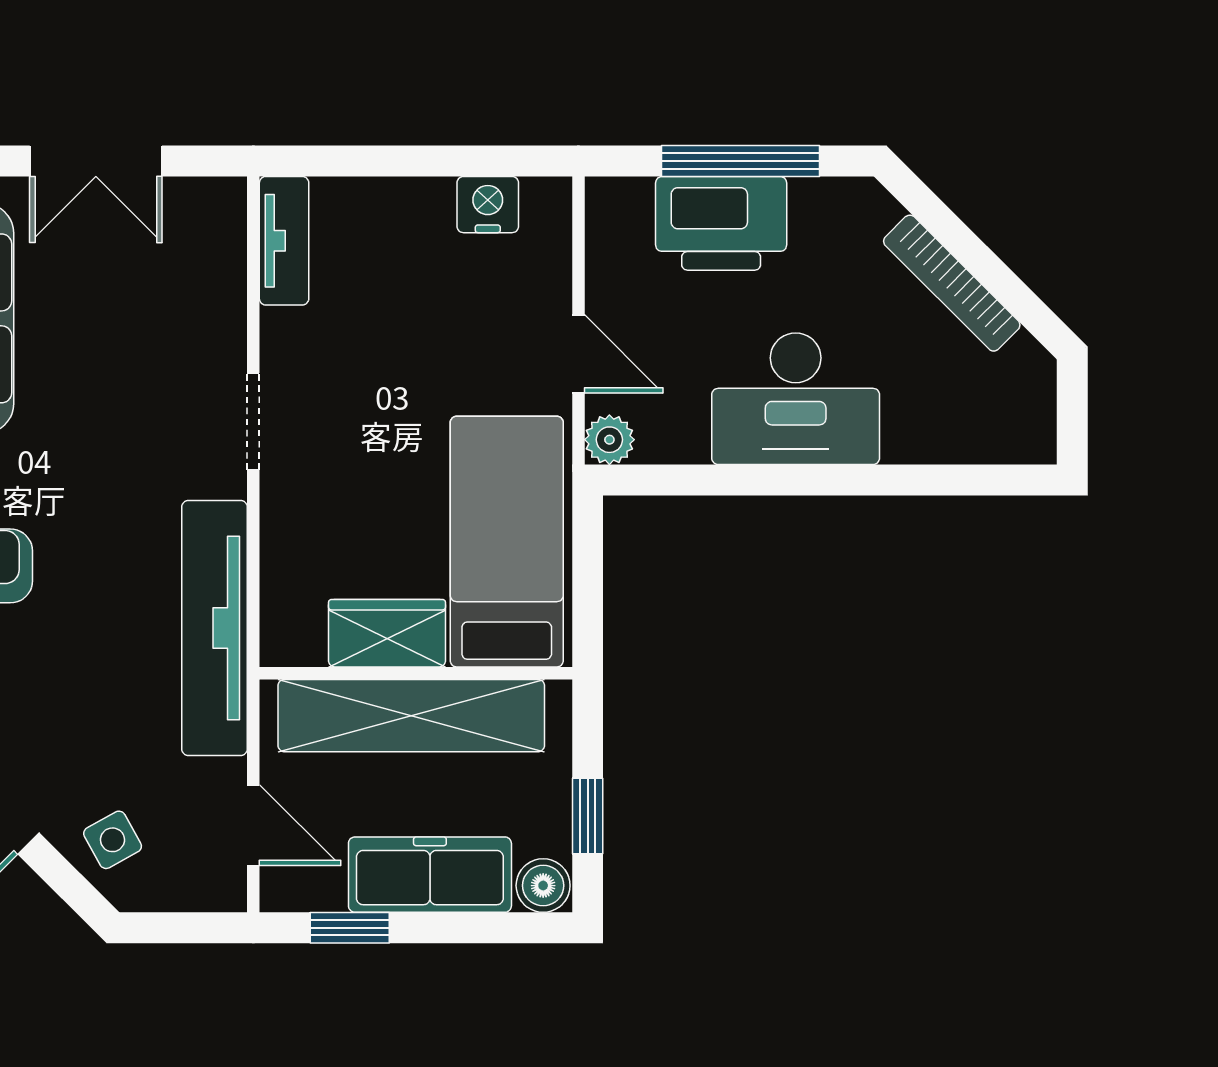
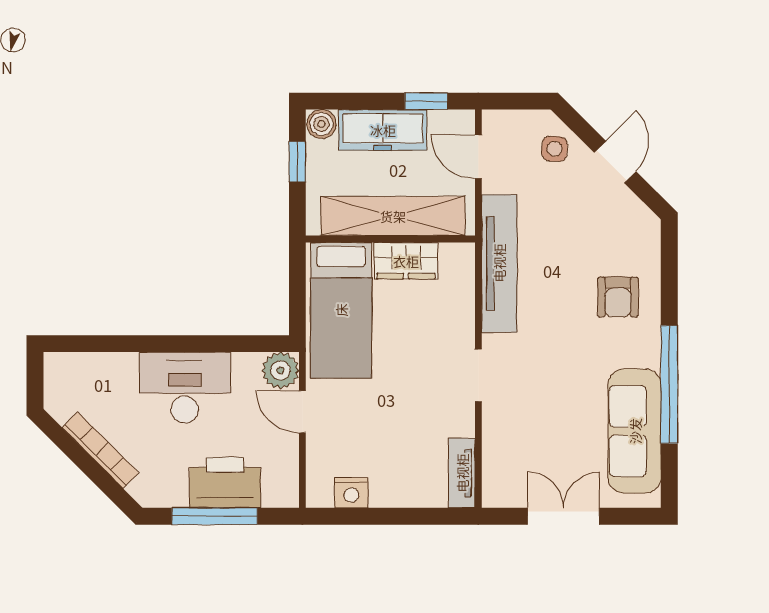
plant: (609, 440) -> (280, 370), width x1.38, depth x1.38
side table: (113, 840) -> (555, 149), turned 32

